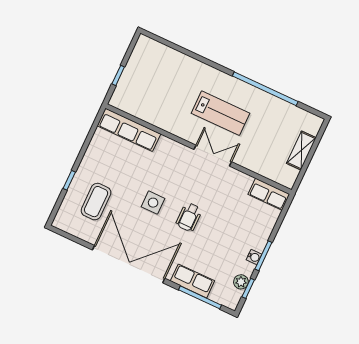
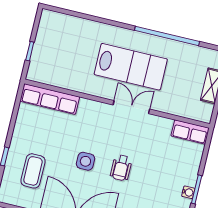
lab bench: (221, 113) -> (131, 67), width x1.36, depth x1.39

